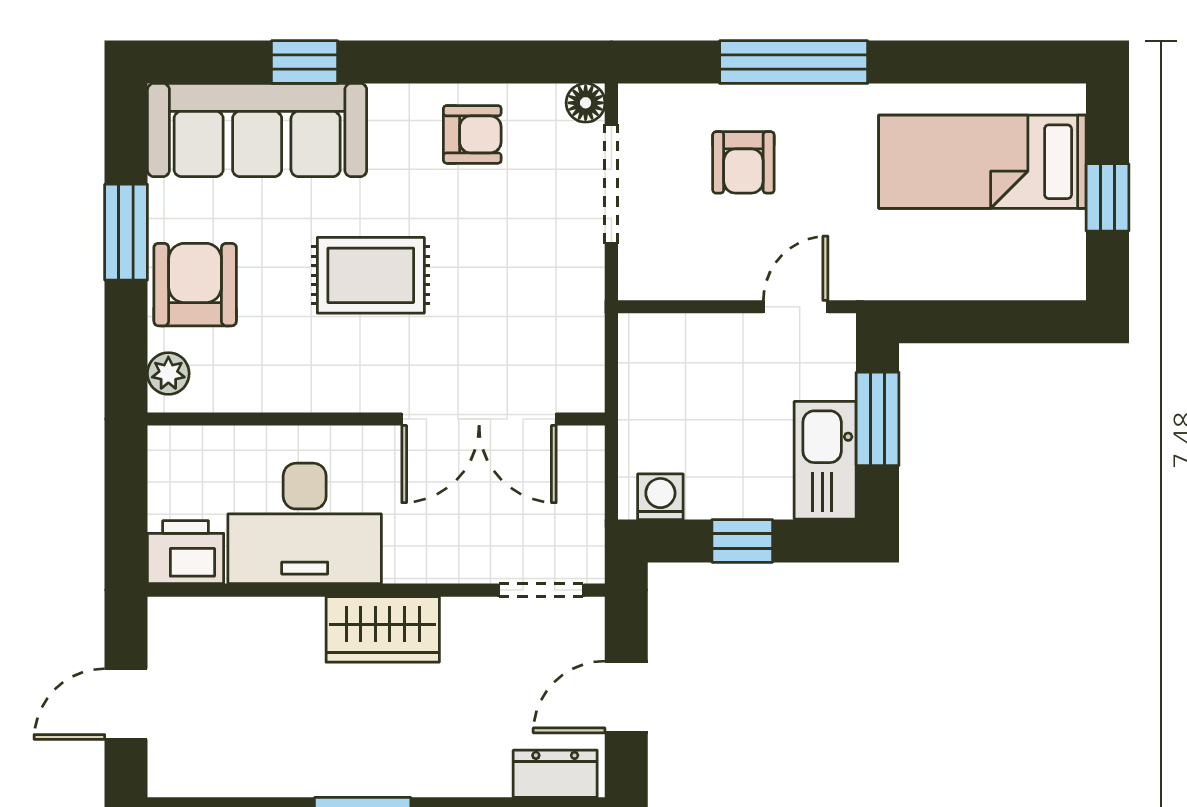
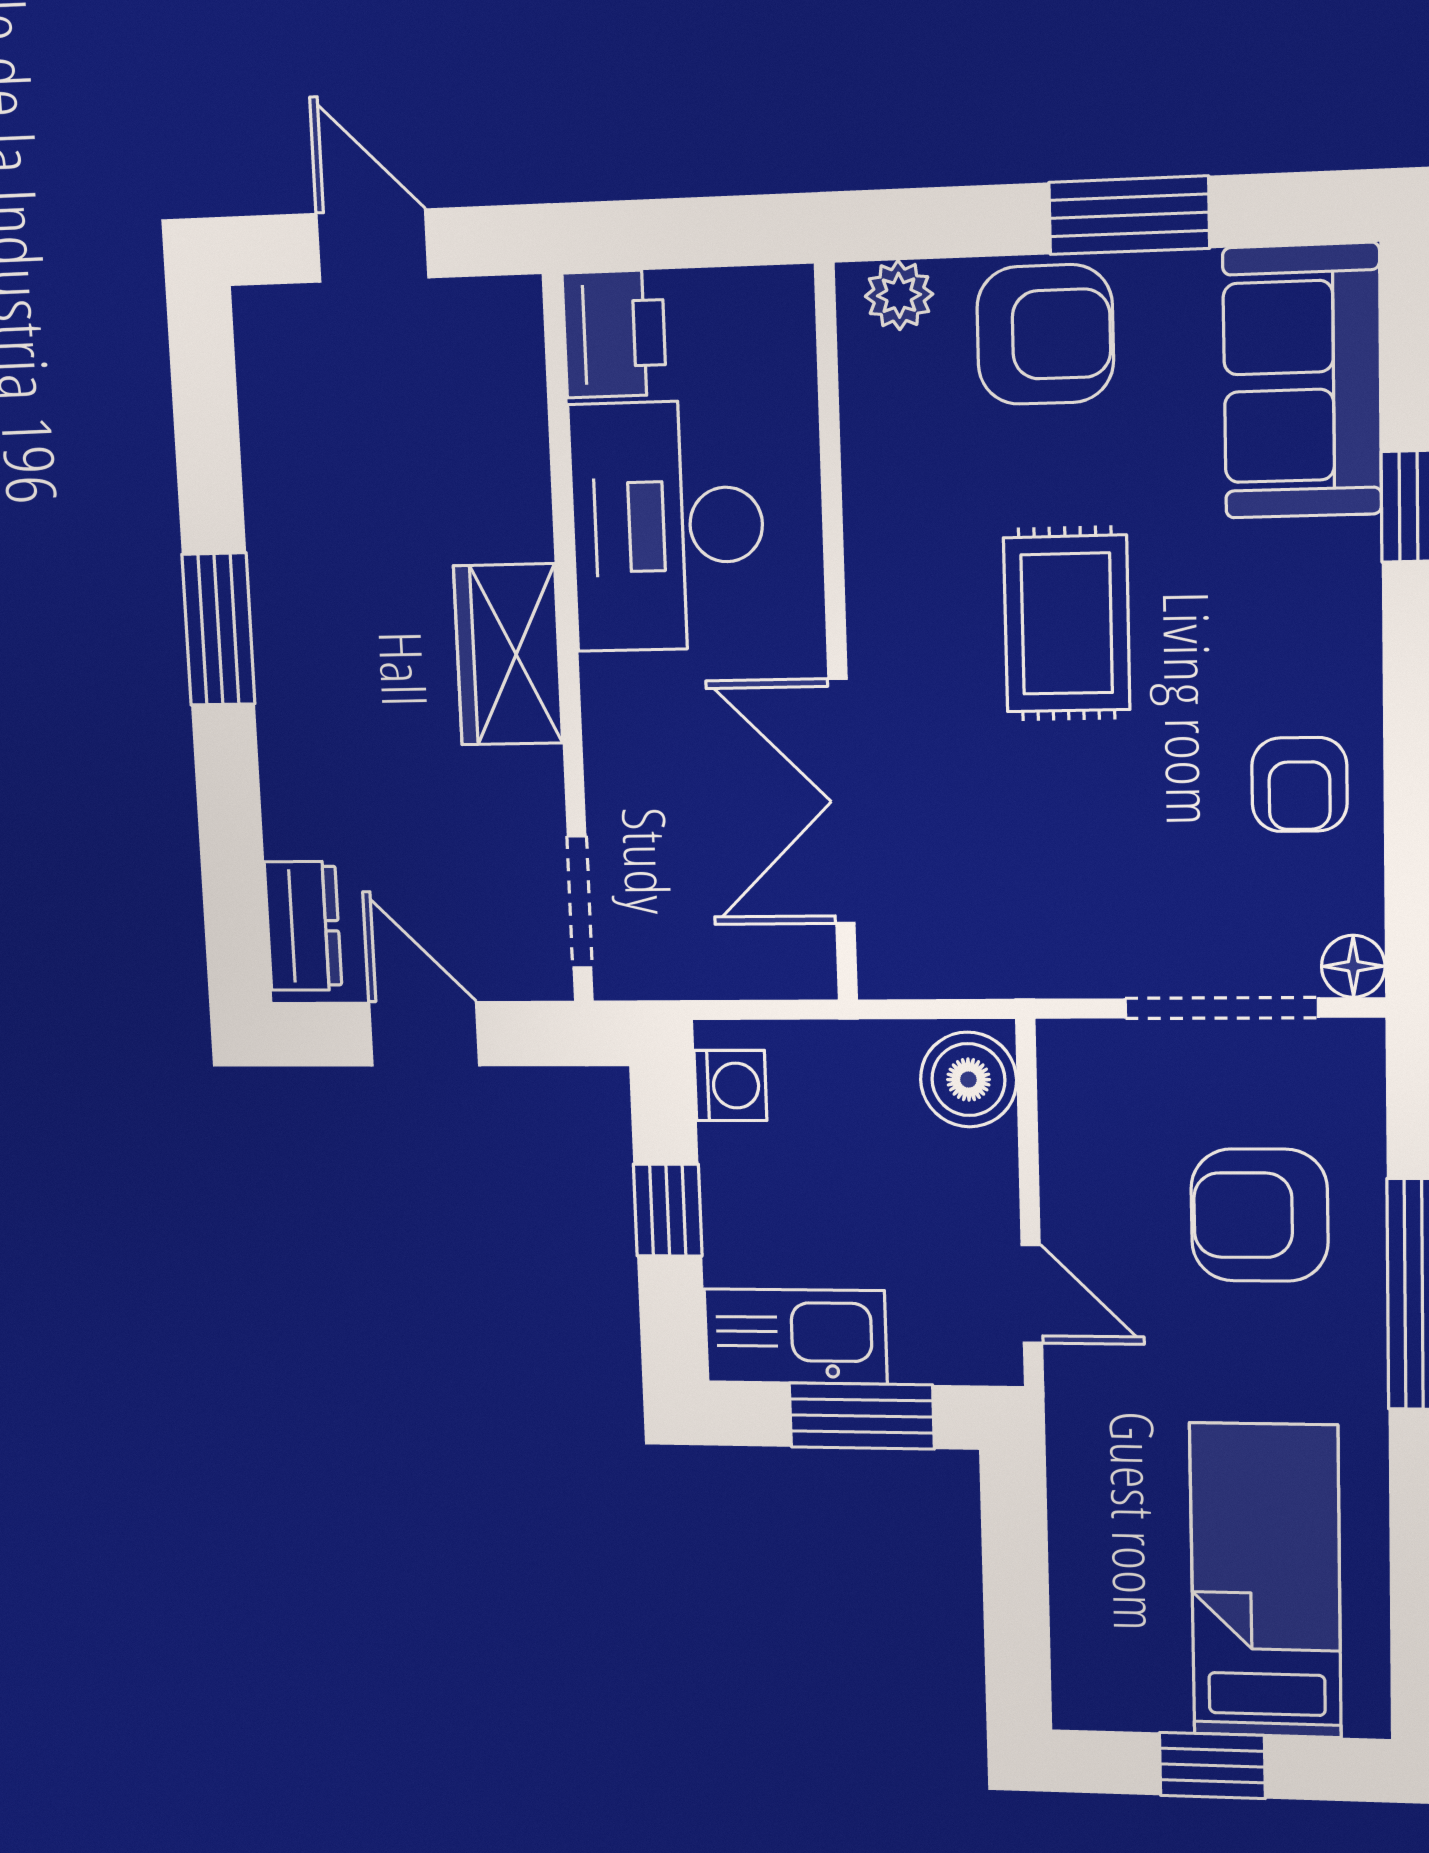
sofa: (257, 130) -> (1302, 381), width x0.73
armchair: (743, 162) -> (1259, 1215), width x1.38, depth x1.38
boiler: (657, 344) -> (968, 1080), added

